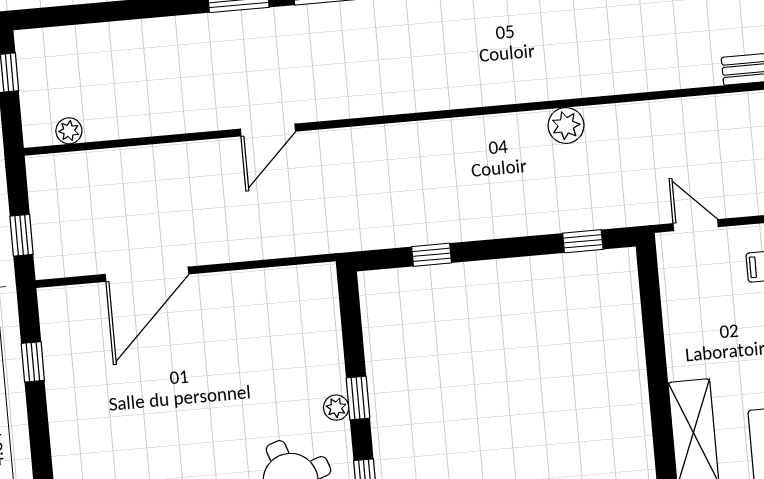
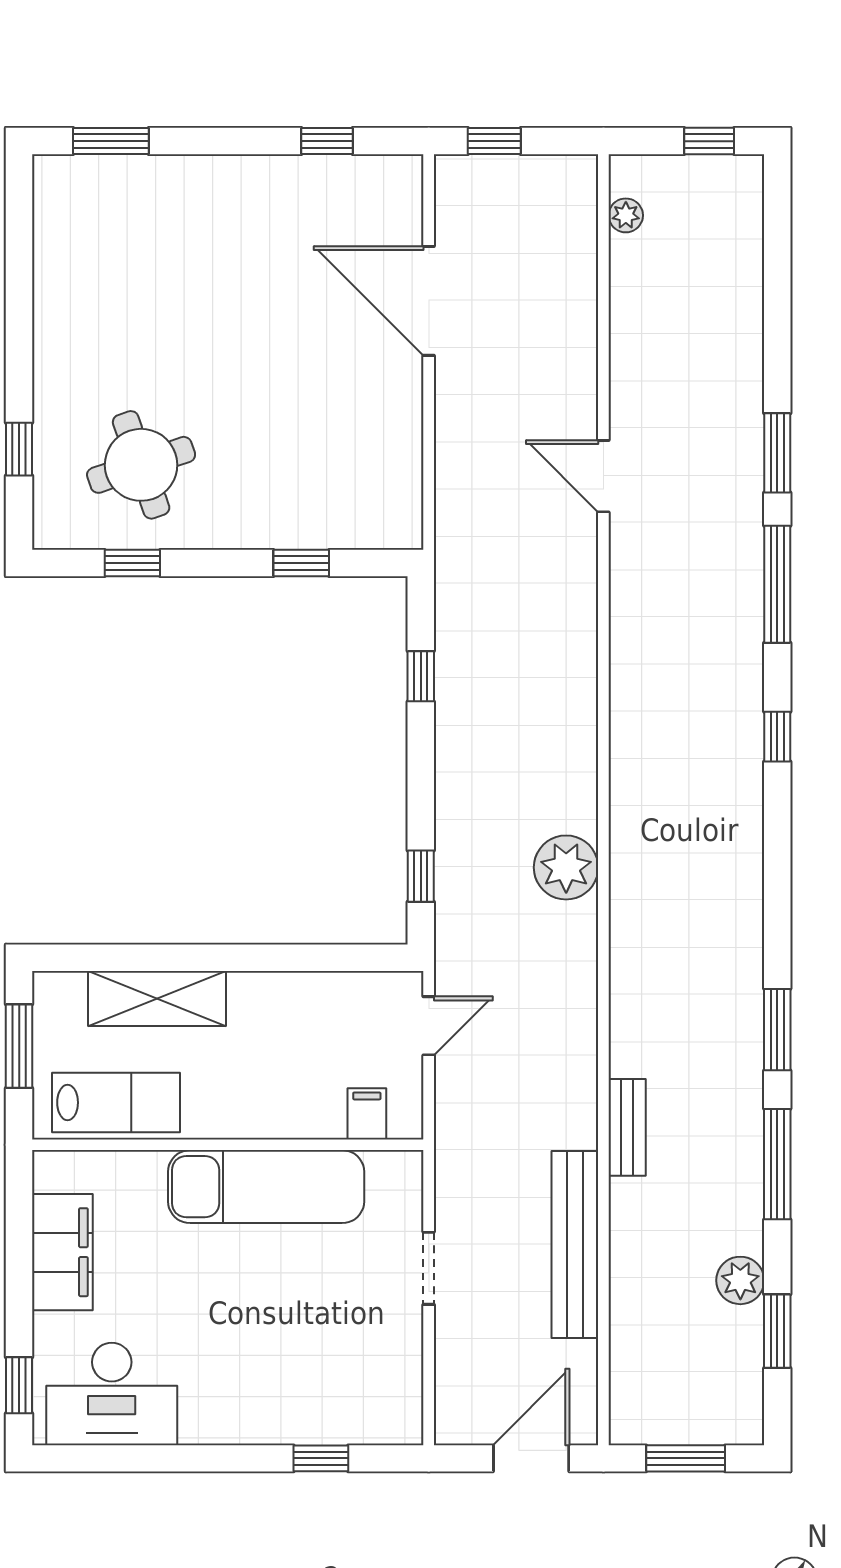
plant: (566, 125) -> (566, 867), width x1.36, depth x1.36
window: (358, 398) -> (301, 563), moved
plant: (336, 408) -> (232, 533), removed

